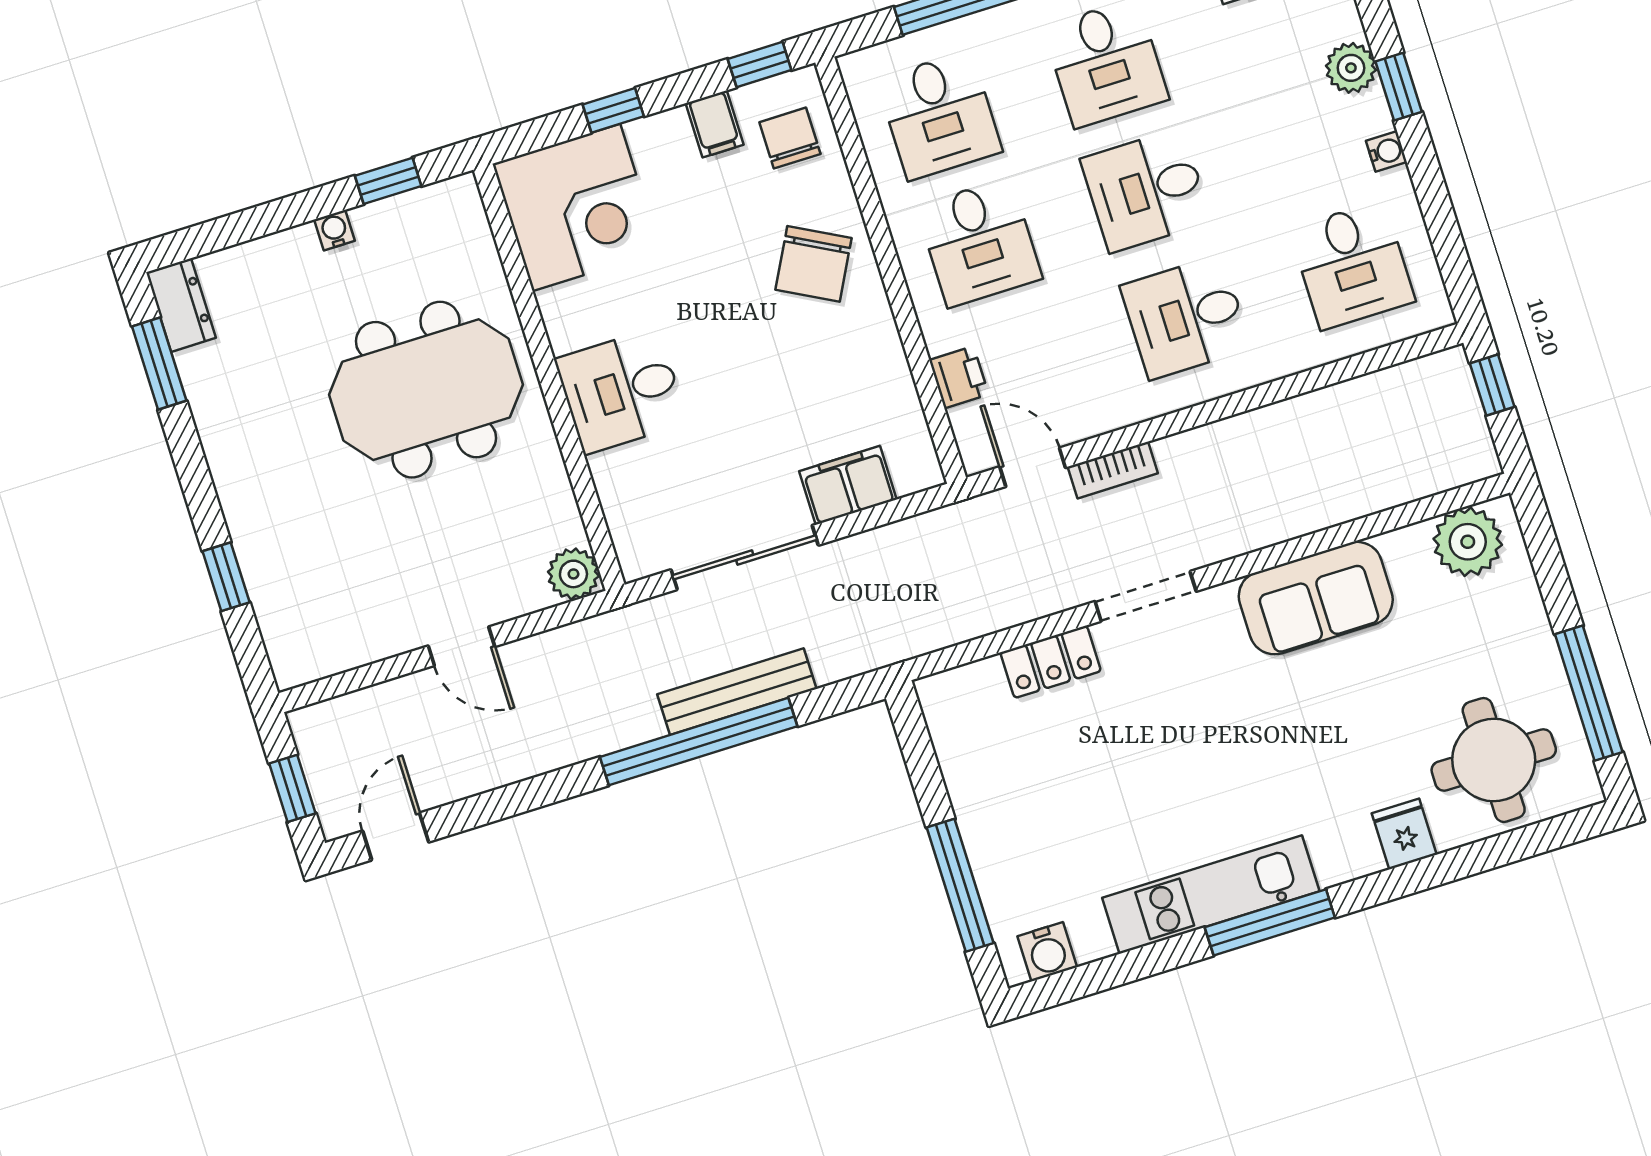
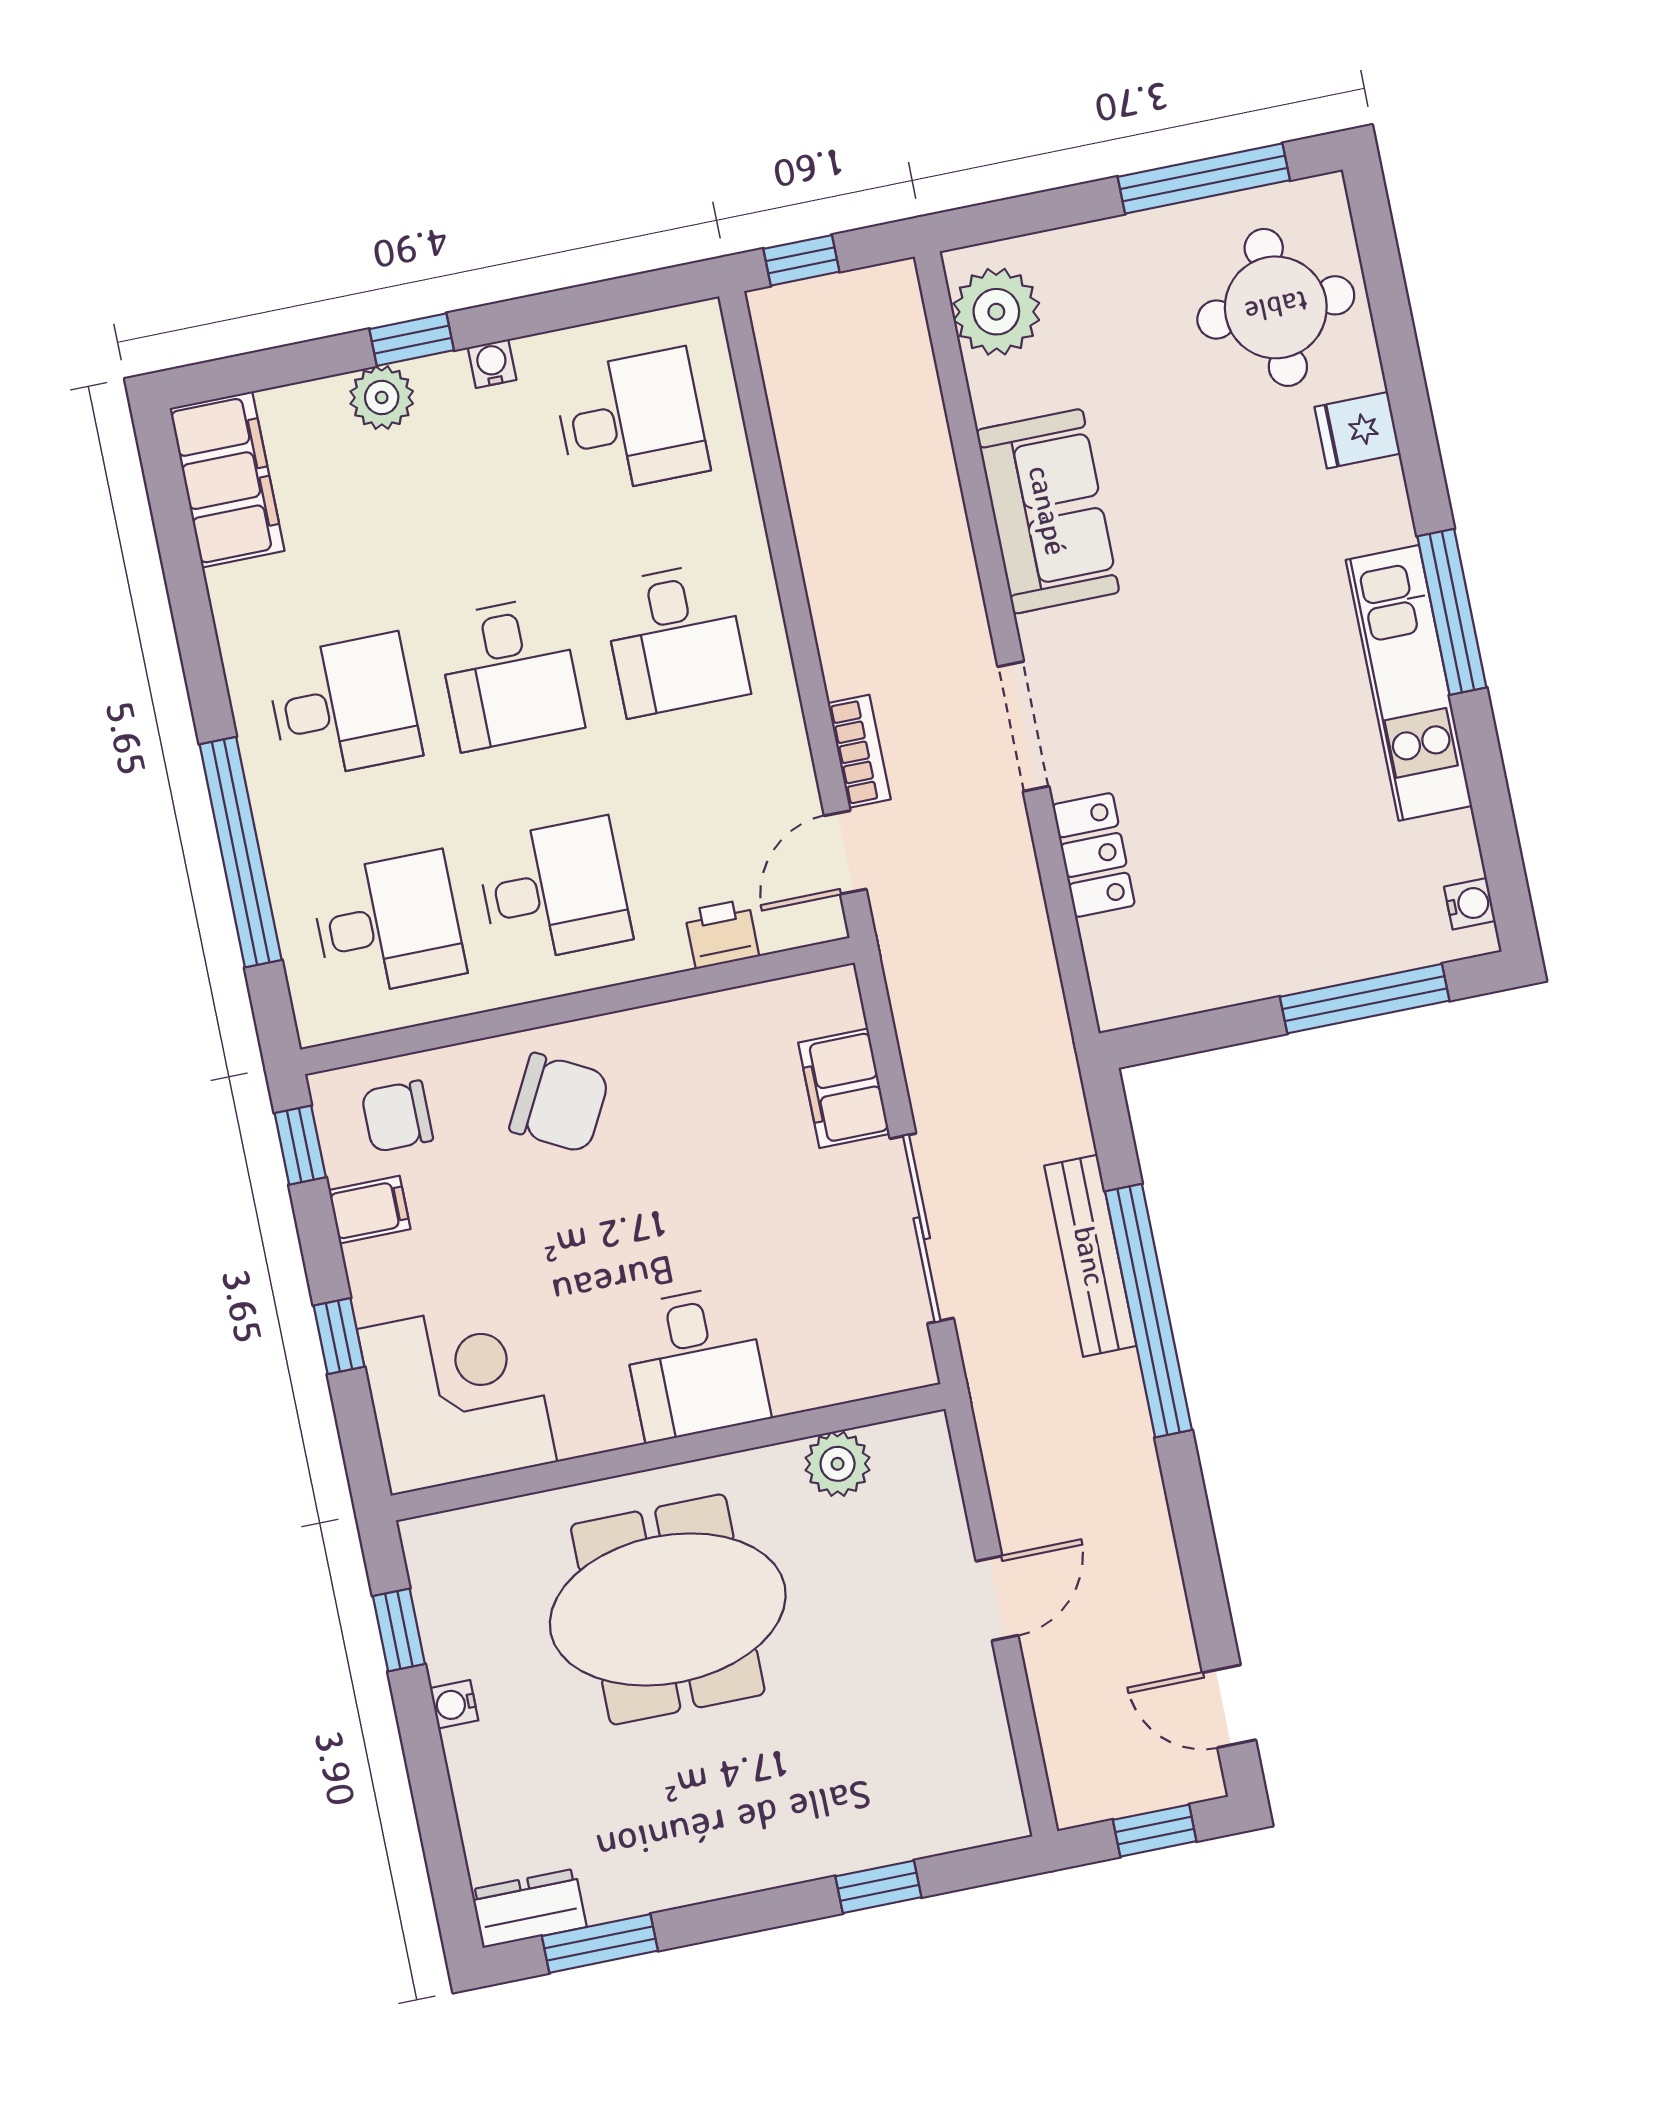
meeting table: (426, 390) -> (668, 1609), turned 90
plant: (573, 574) -> (838, 1464), moved
water cooler: (1047, 952) -> (1470, 904), width x0.72, depth x0.72

